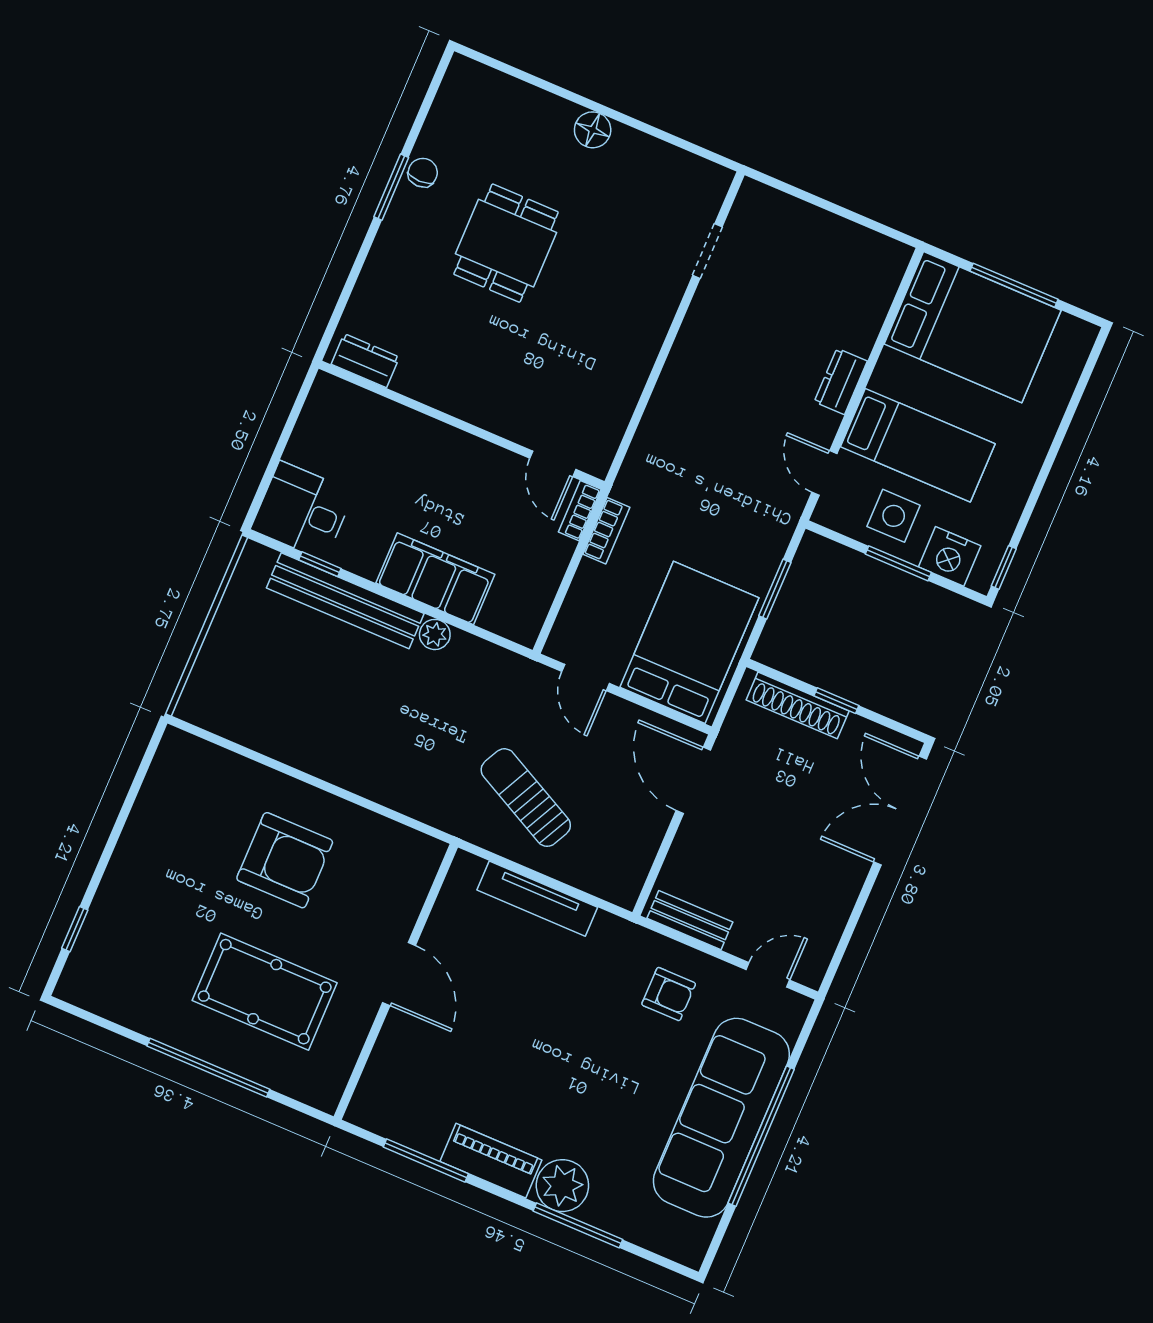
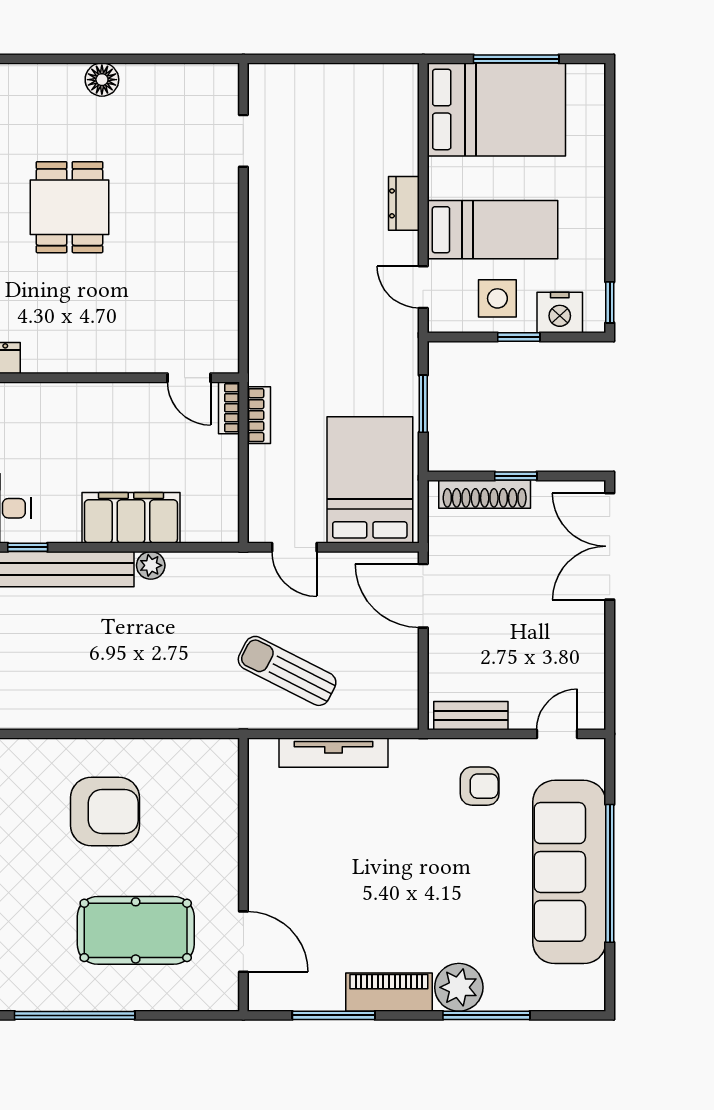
window: (898, 563) -> (519, 337), width x0.67
door: (399, 974) -> (243, 942), moved
window: (208, 1068) -> (75, 1015), moved

